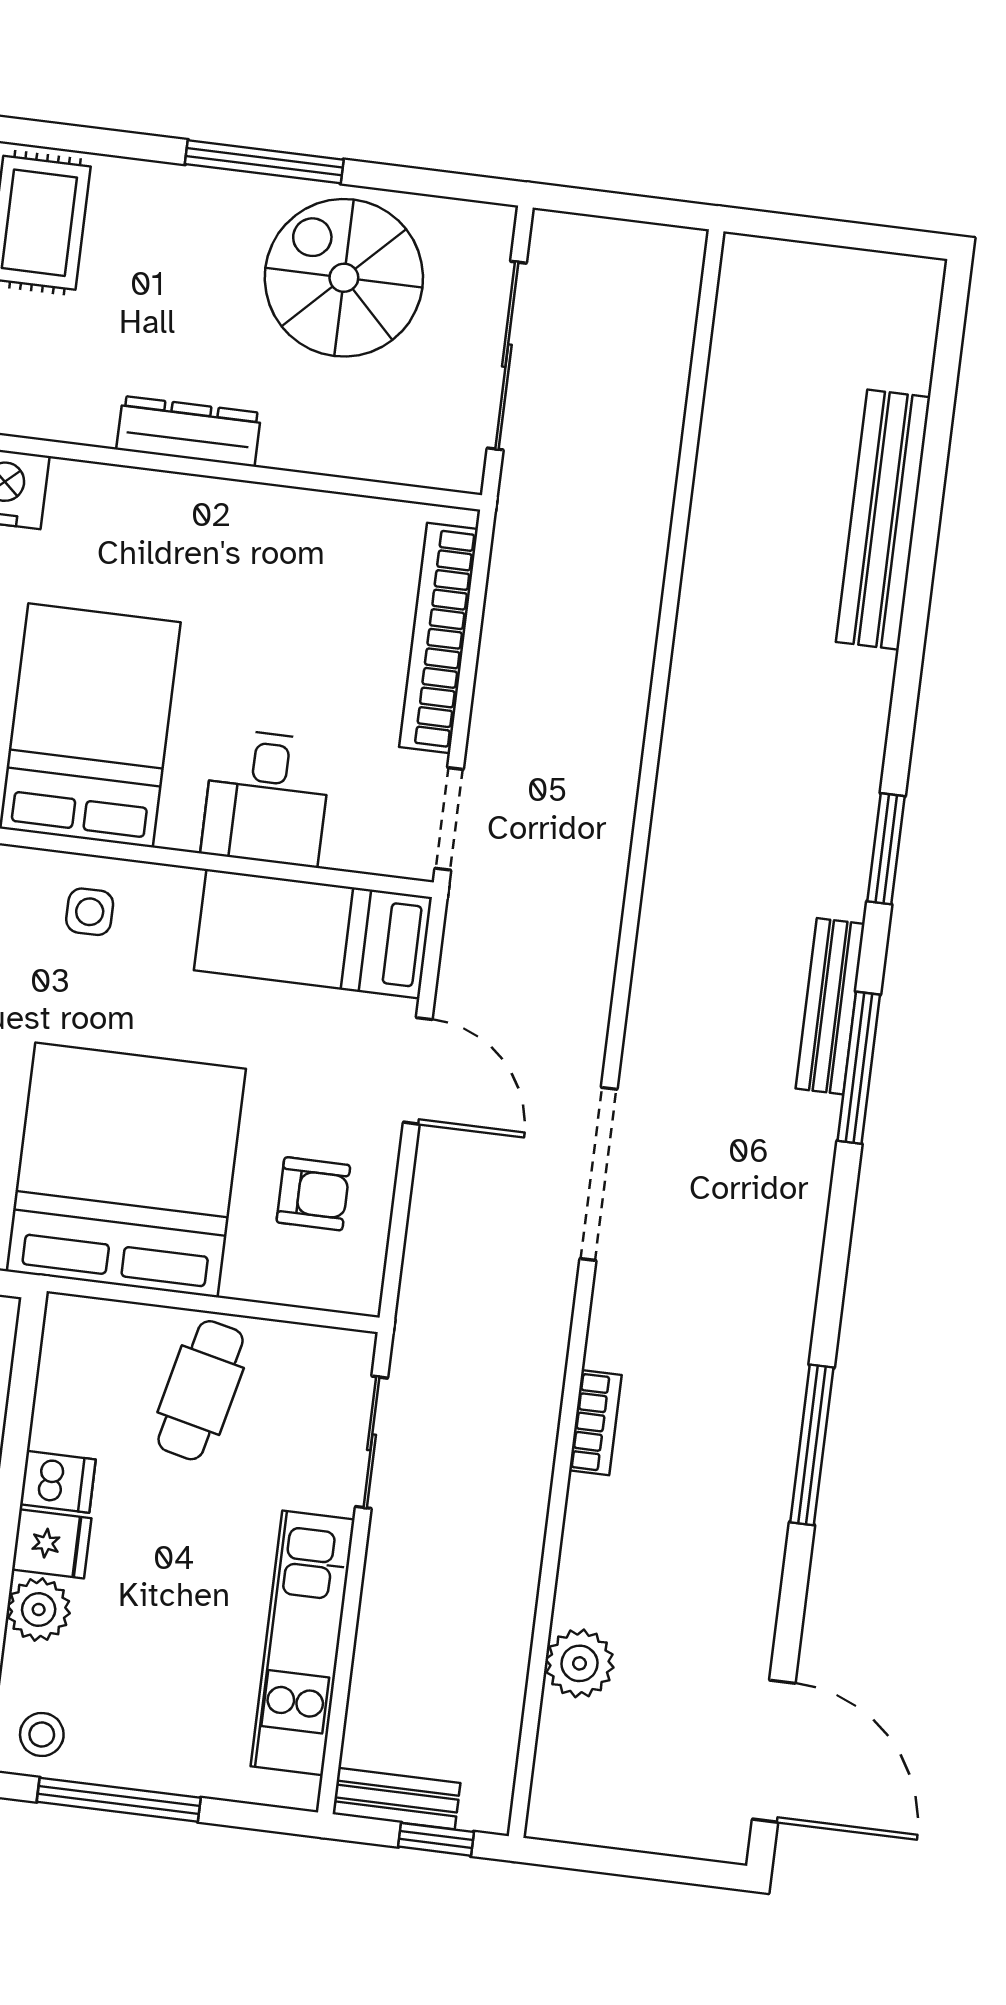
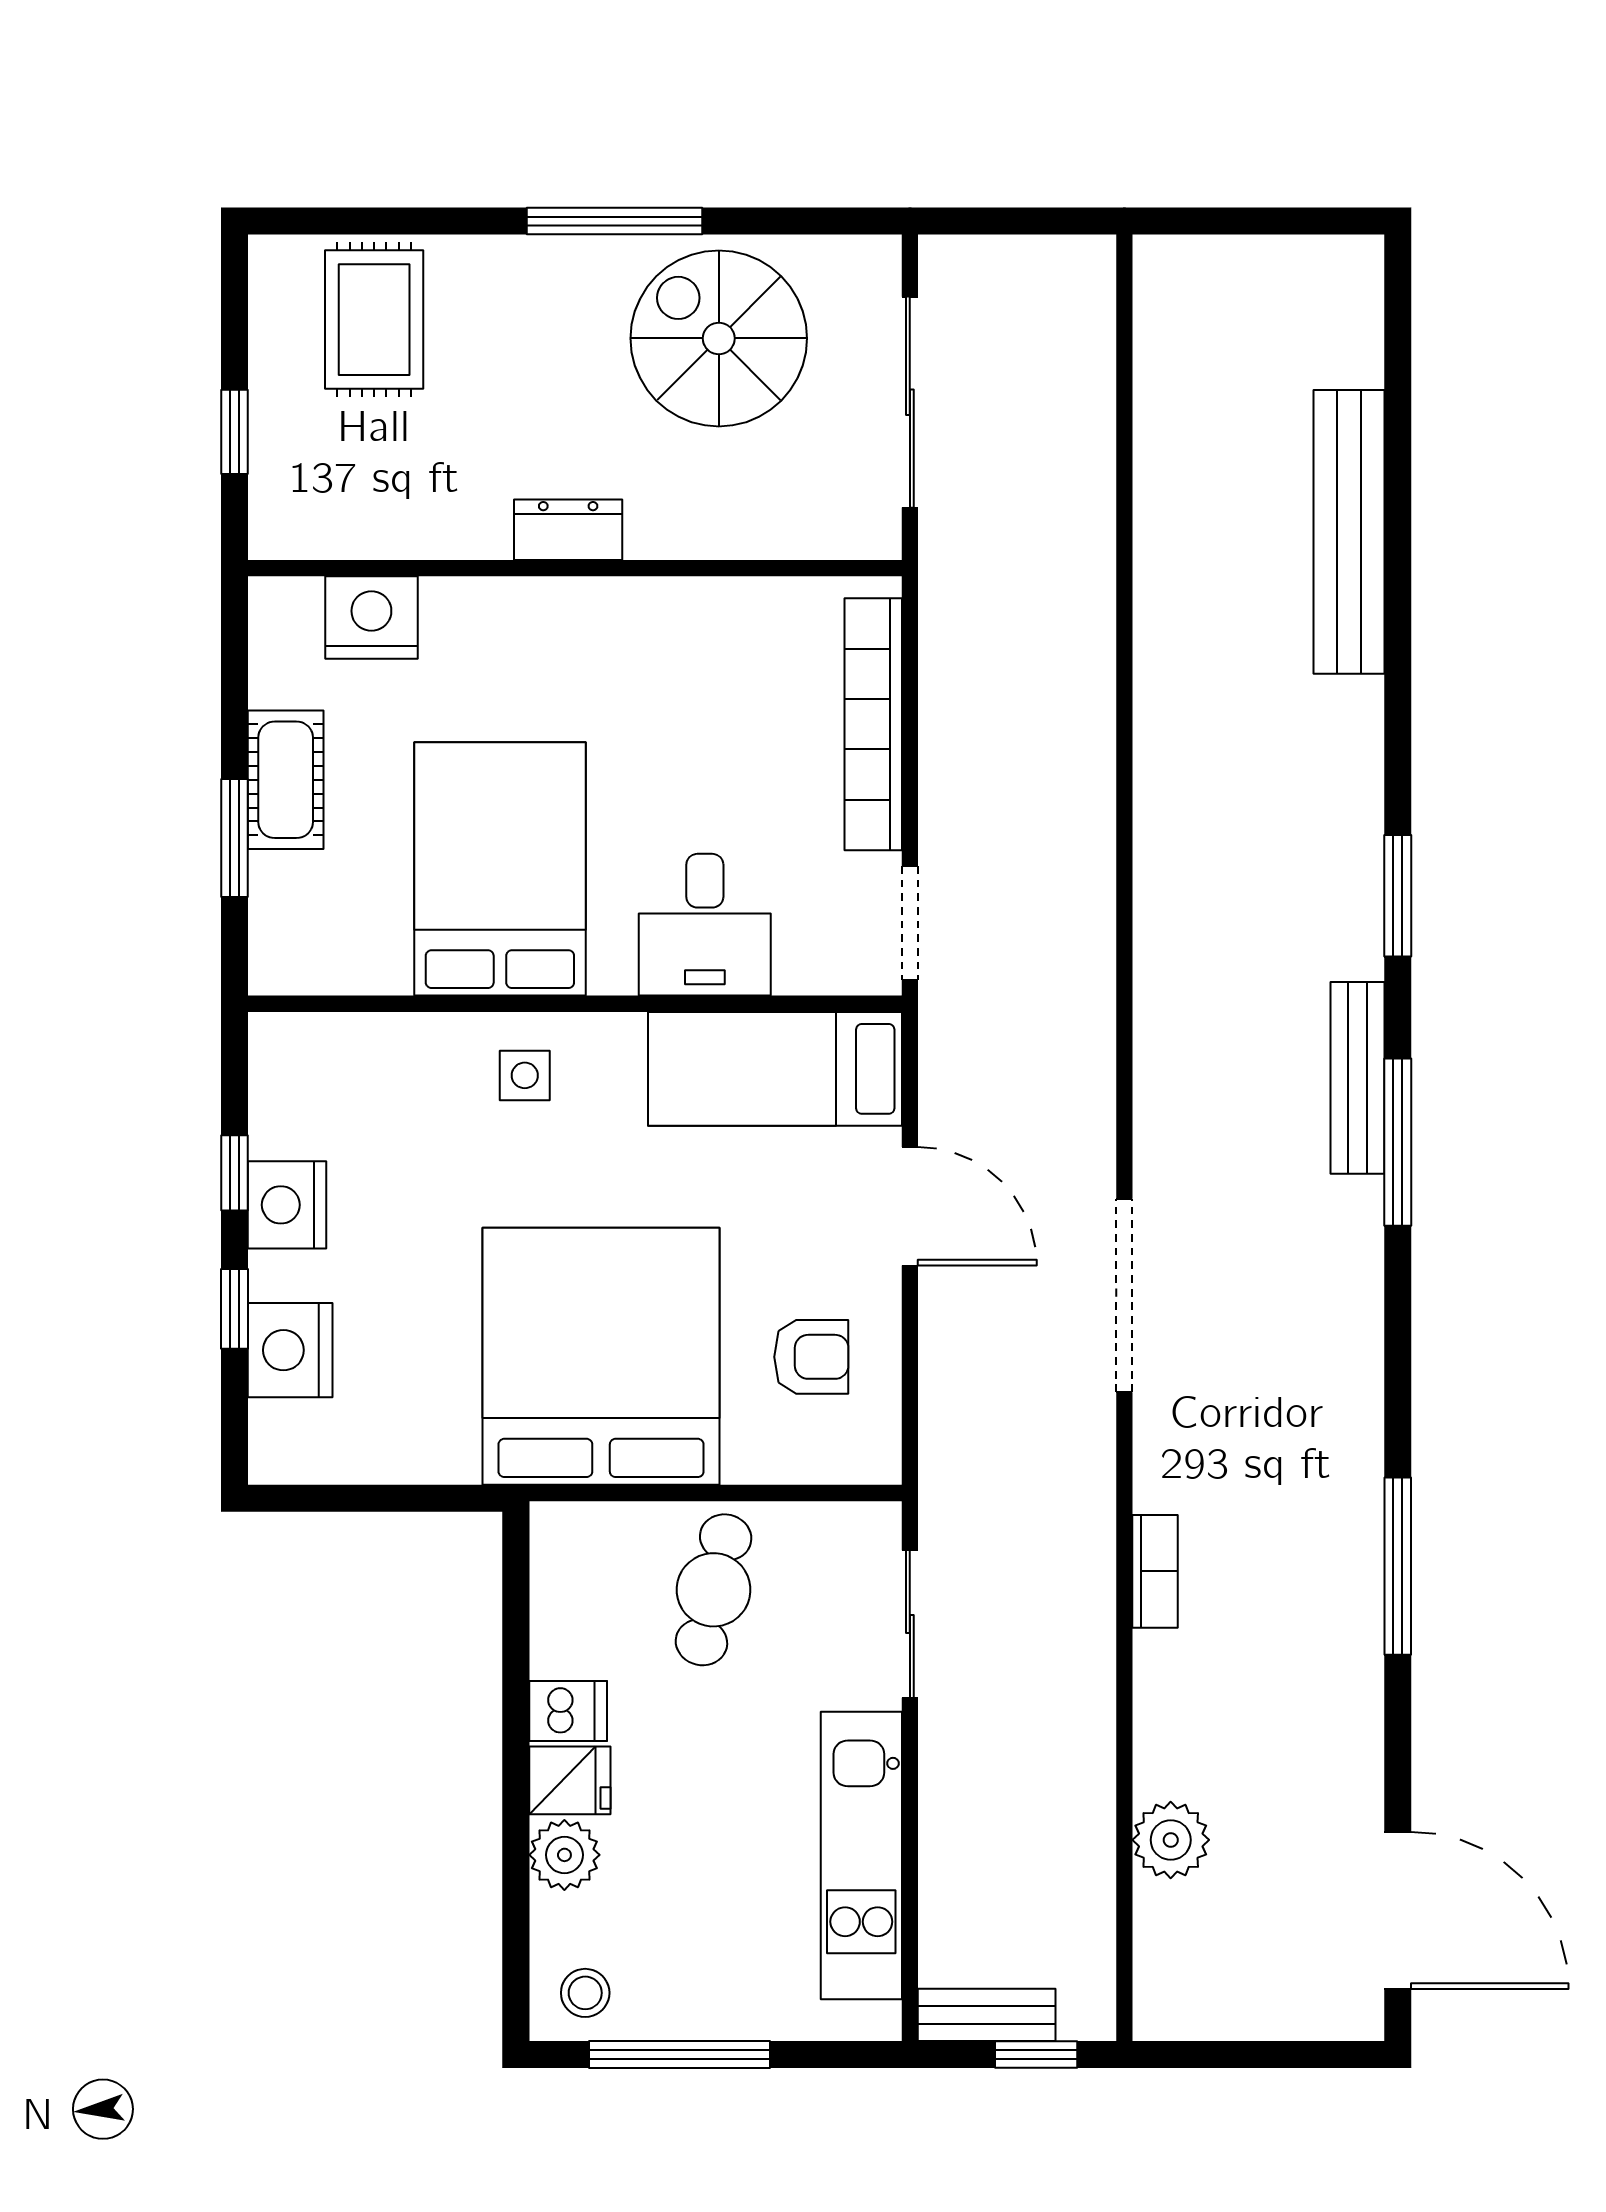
dresser: (189, 431) -> (568, 530), width x0.70

